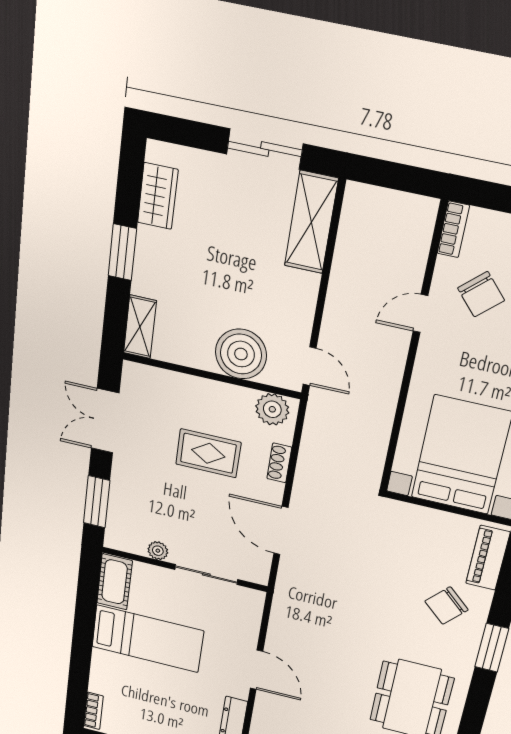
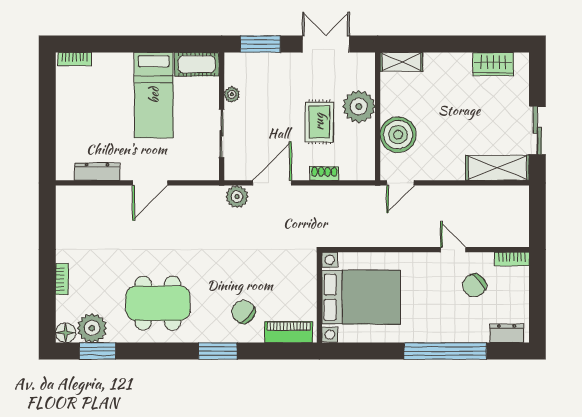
window: (122, 252) -> (451, 44), removed
plant: (272, 409) -> (359, 107), moved, width x1.36, depth x1.36
plant: (291, 576) -> (237, 197), added

